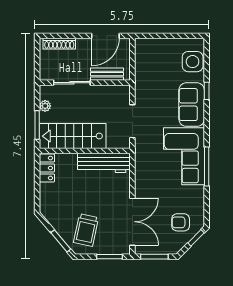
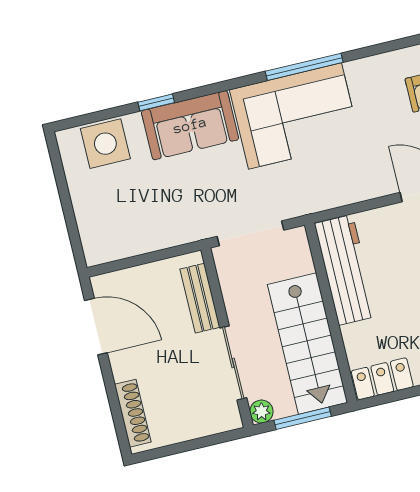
bench: (107, 74) -> (200, 298), moved
sliding door: (72, 83) -> (233, 363), moved
wall: (85, 83) -> (227, 338), moved

